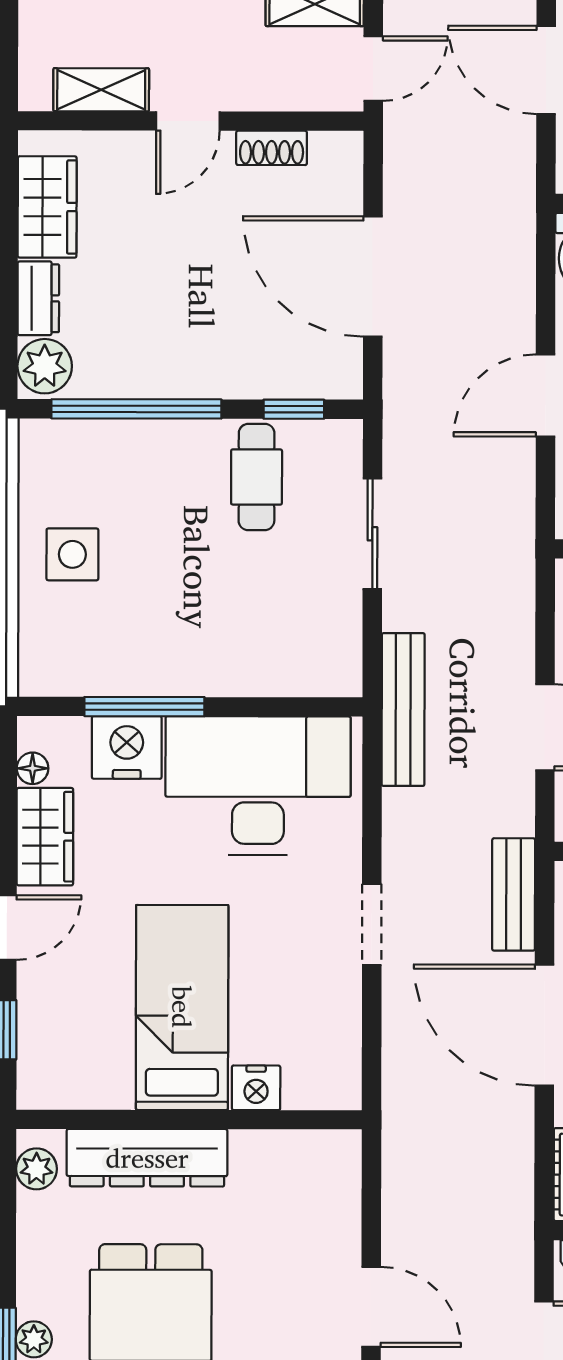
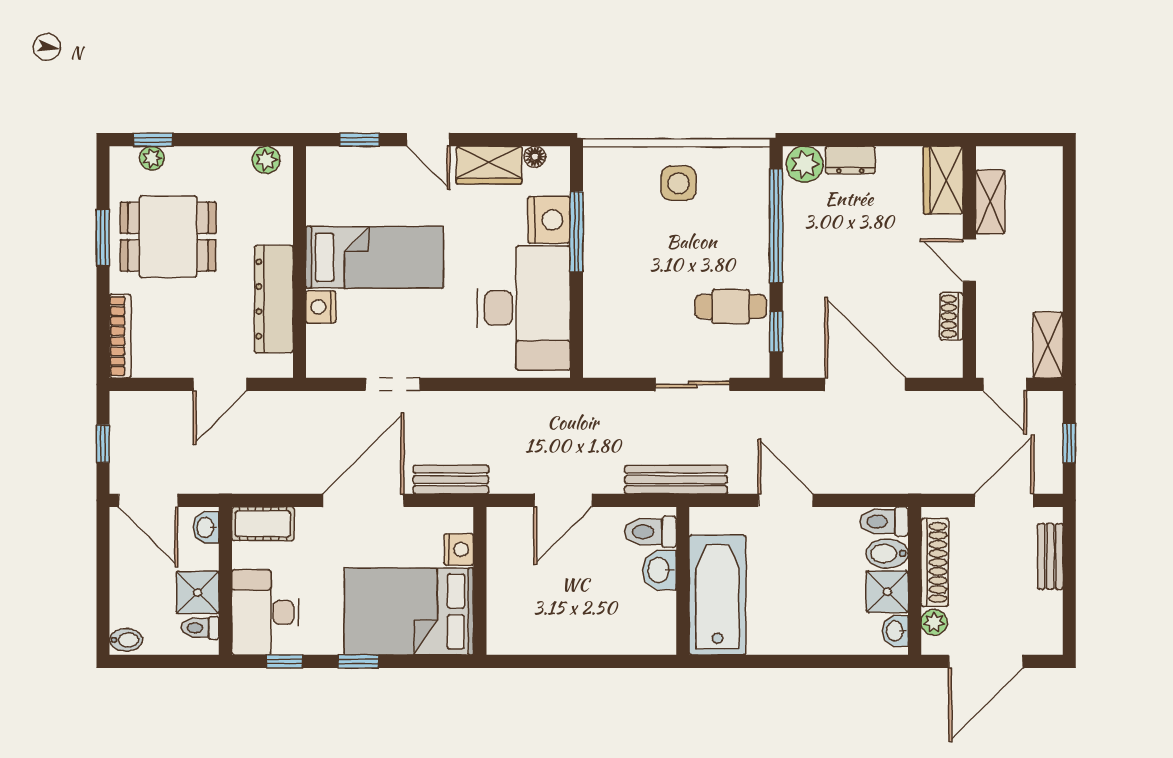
wardrobe: (47, 207) -> (943, 180), moved, turned 90
door: (373, 276) -> (865, 384), hinge flipped
bench: (403, 710) -> (676, 480), moved
doorway: (372, 924) -> (393, 384), moved
dresser: (147, 1158) -> (274, 299), moved
door: (371, 1307) -> (220, 384), moved

